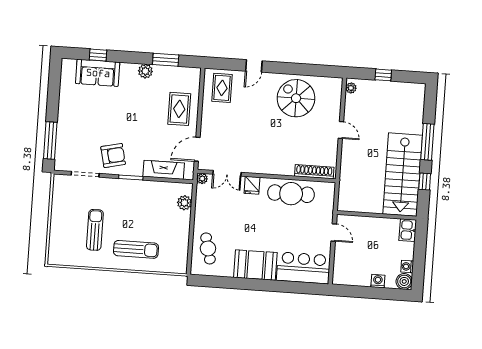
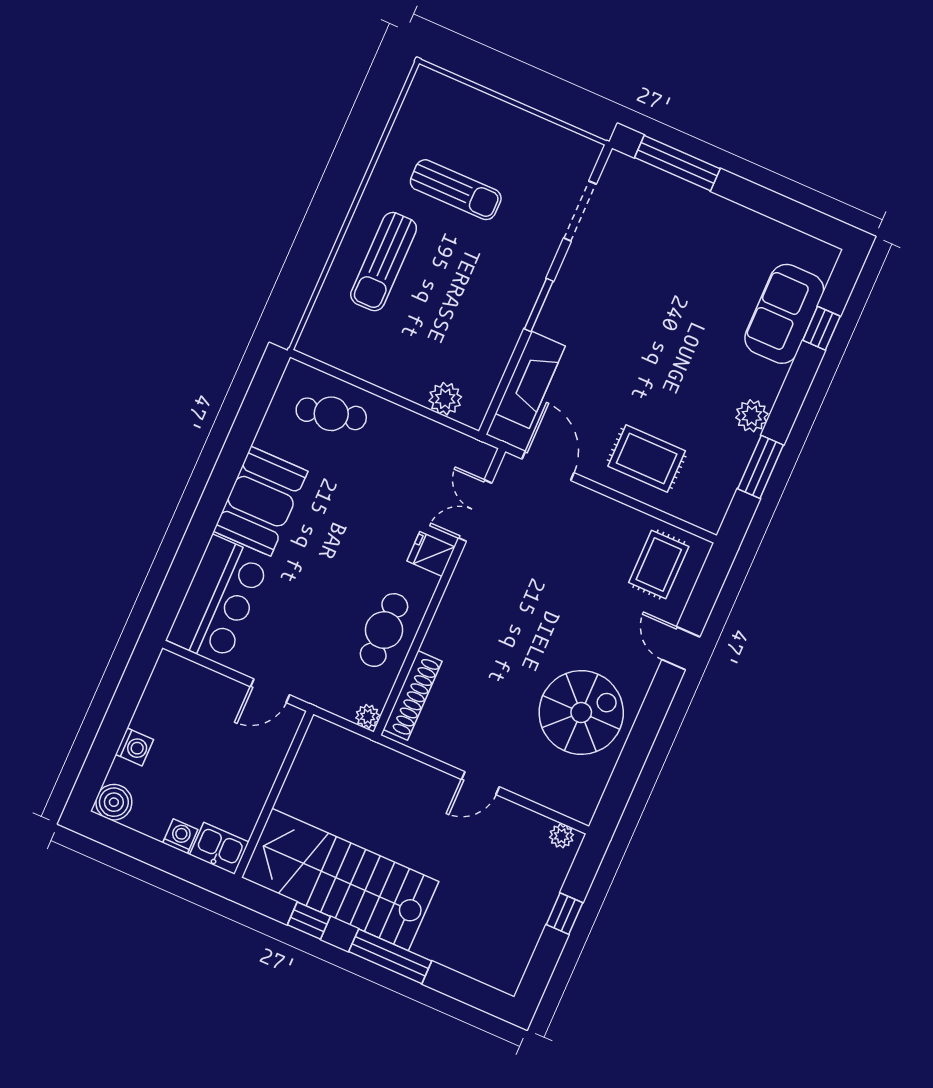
rug: (222, 88) -> (659, 565), turned 90
armchair: (113, 156) -> (598, 284), removed
plant: (202, 179) -> (368, 716), moved
cafe table: (291, 194) -> (384, 630), width x0.73, depth x0.74
washing machine: (407, 267) -> (180, 836), moved

